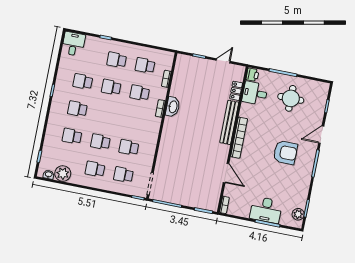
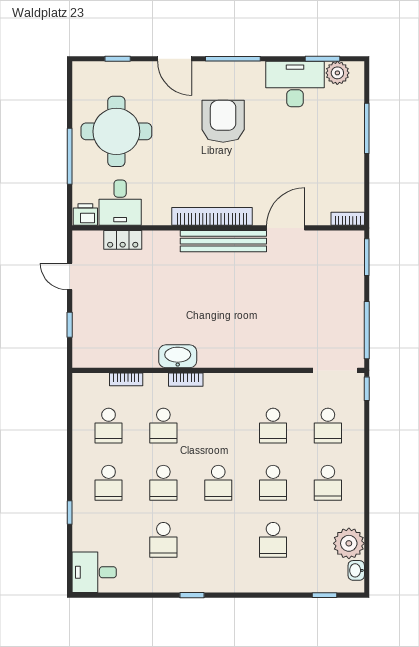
round table: (291, 98) -> (116, 131), width x1.36, depth x1.36
school desk: (77, 109) -> (218, 483), moved
bench: (229, 122) -> (223, 241), moved
desk: (266, 210) -> (295, 84), moved, turned -90

